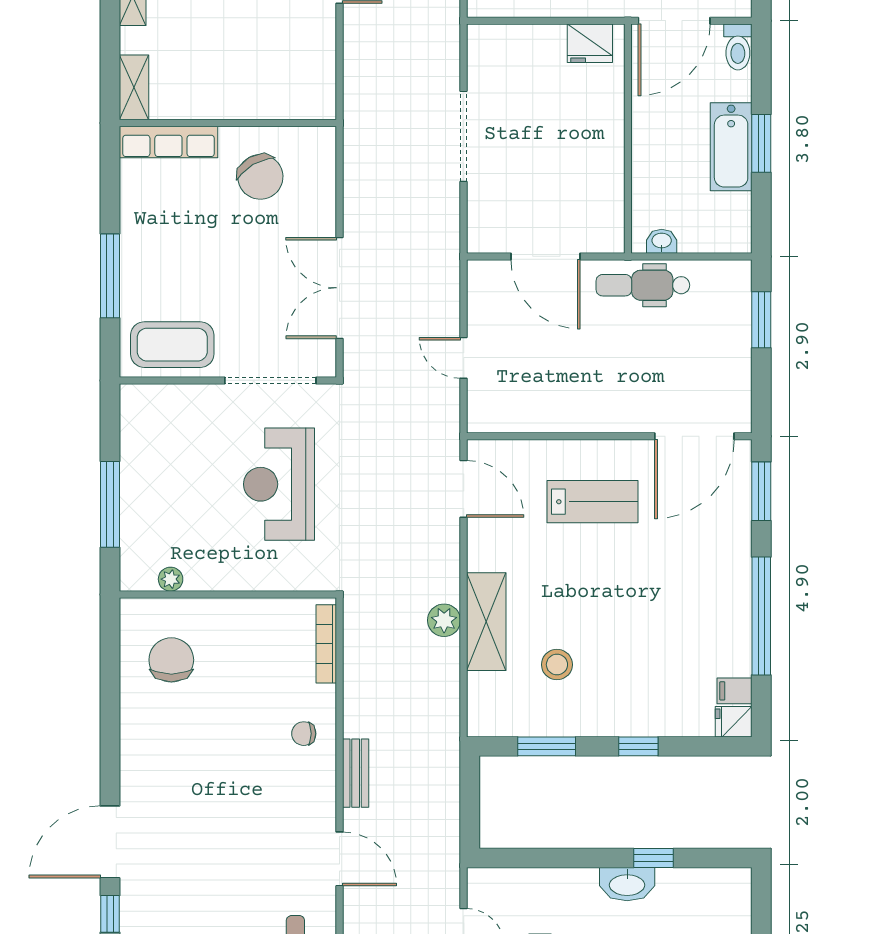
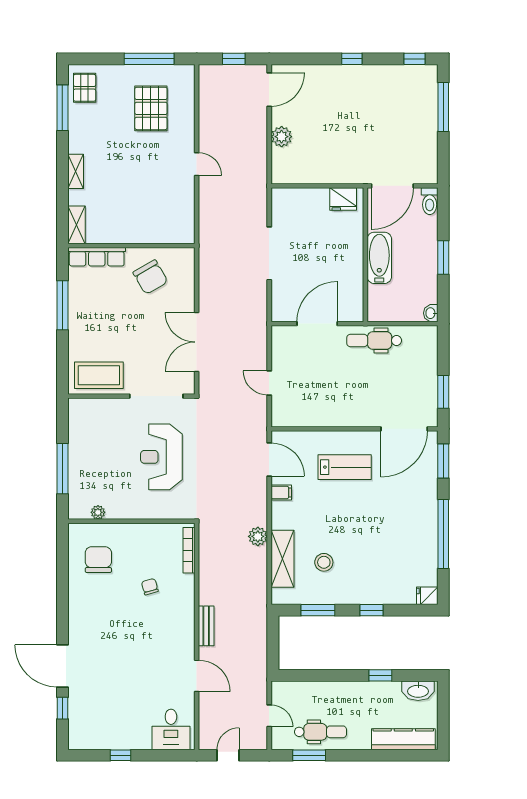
bathtub: (731, 147) -> (379, 258), moved, turned 180
washbasin: (662, 241) -> (431, 313), moved, turned -90
door: (545, 256) -> (317, 324), swing flipped
window: (110, 276) -> (62, 305), moved
window: (761, 320) -> (443, 392), moved
shelving: (486, 622) -> (282, 559), moved
filing cabinet: (734, 691) -> (281, 492), moved, turned 180
chair: (304, 734) -> (150, 587), moved, turned 74
door: (110, 842) -> (62, 666), hinge flipped
washbasin: (627, 884) -> (418, 691), moved

